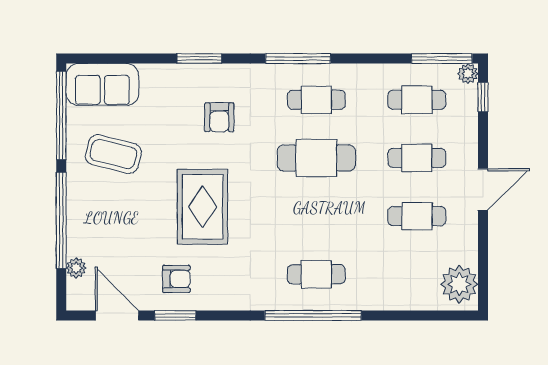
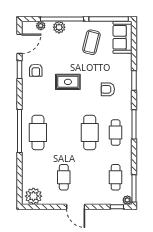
cafe table: (417, 158) -> (90, 177), removed
rug: (202, 207) -> (68, 82), width x0.73, depth x0.70
plant: (80, 227) -> (59, 27), added
cafe table: (316, 274) -> (38, 133), width x1.37, depth x1.35

